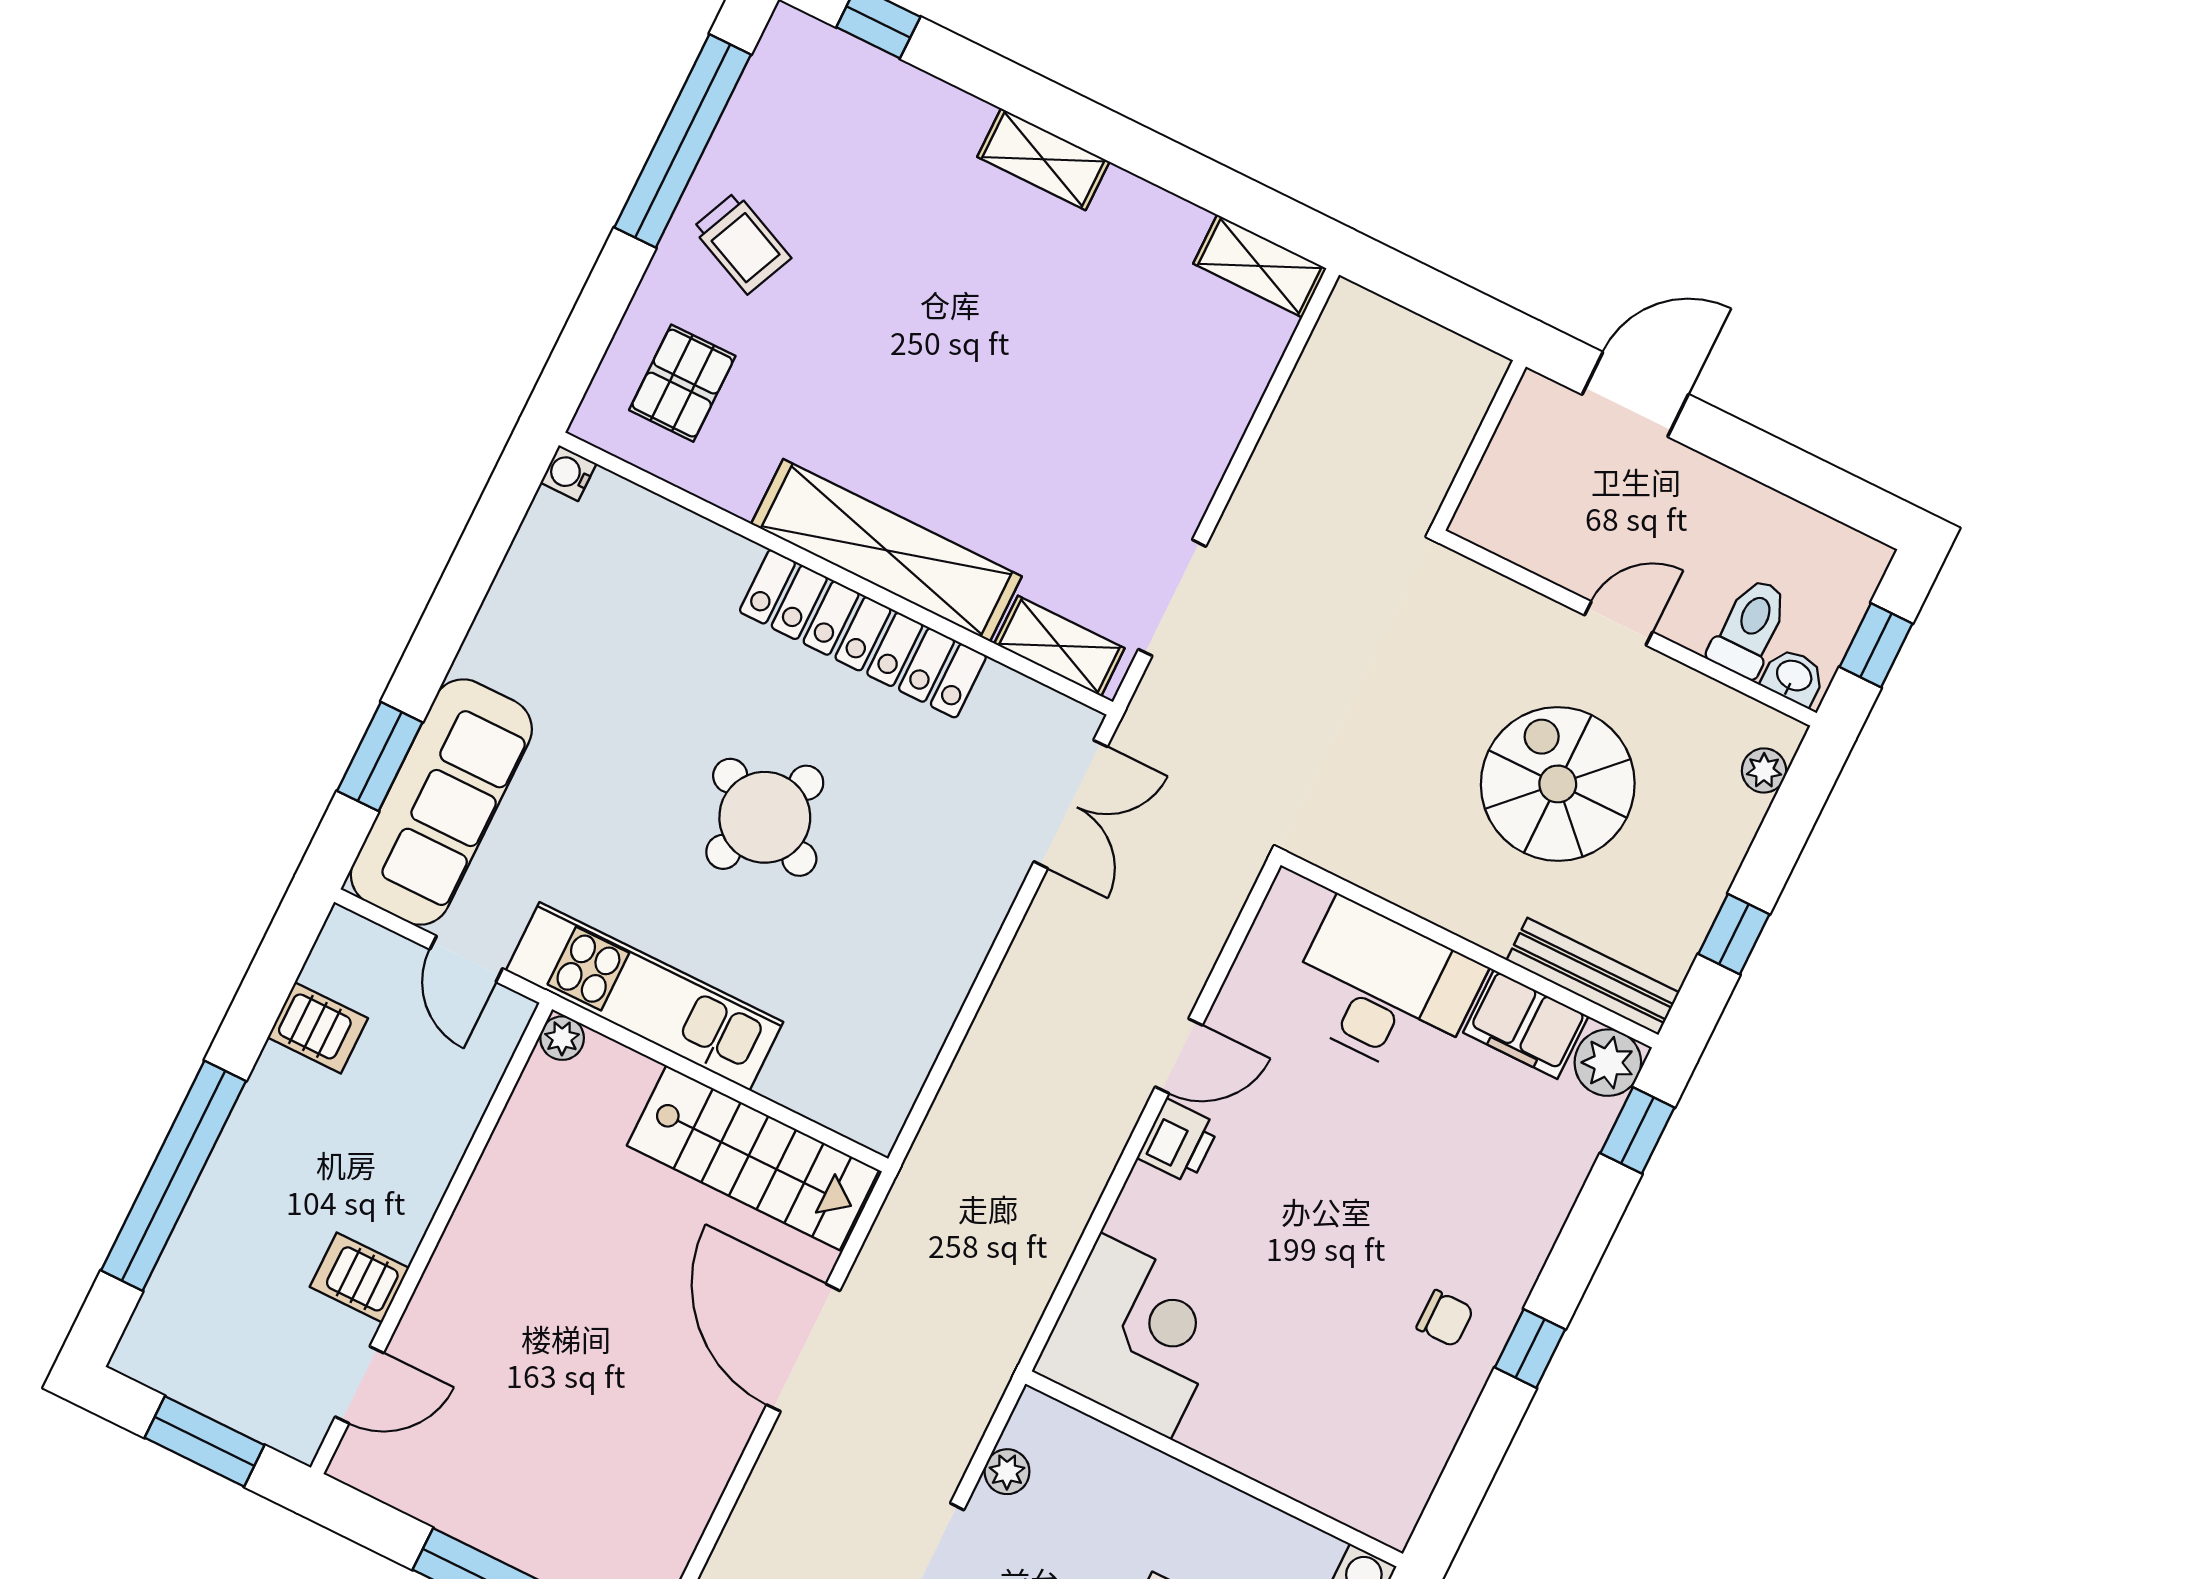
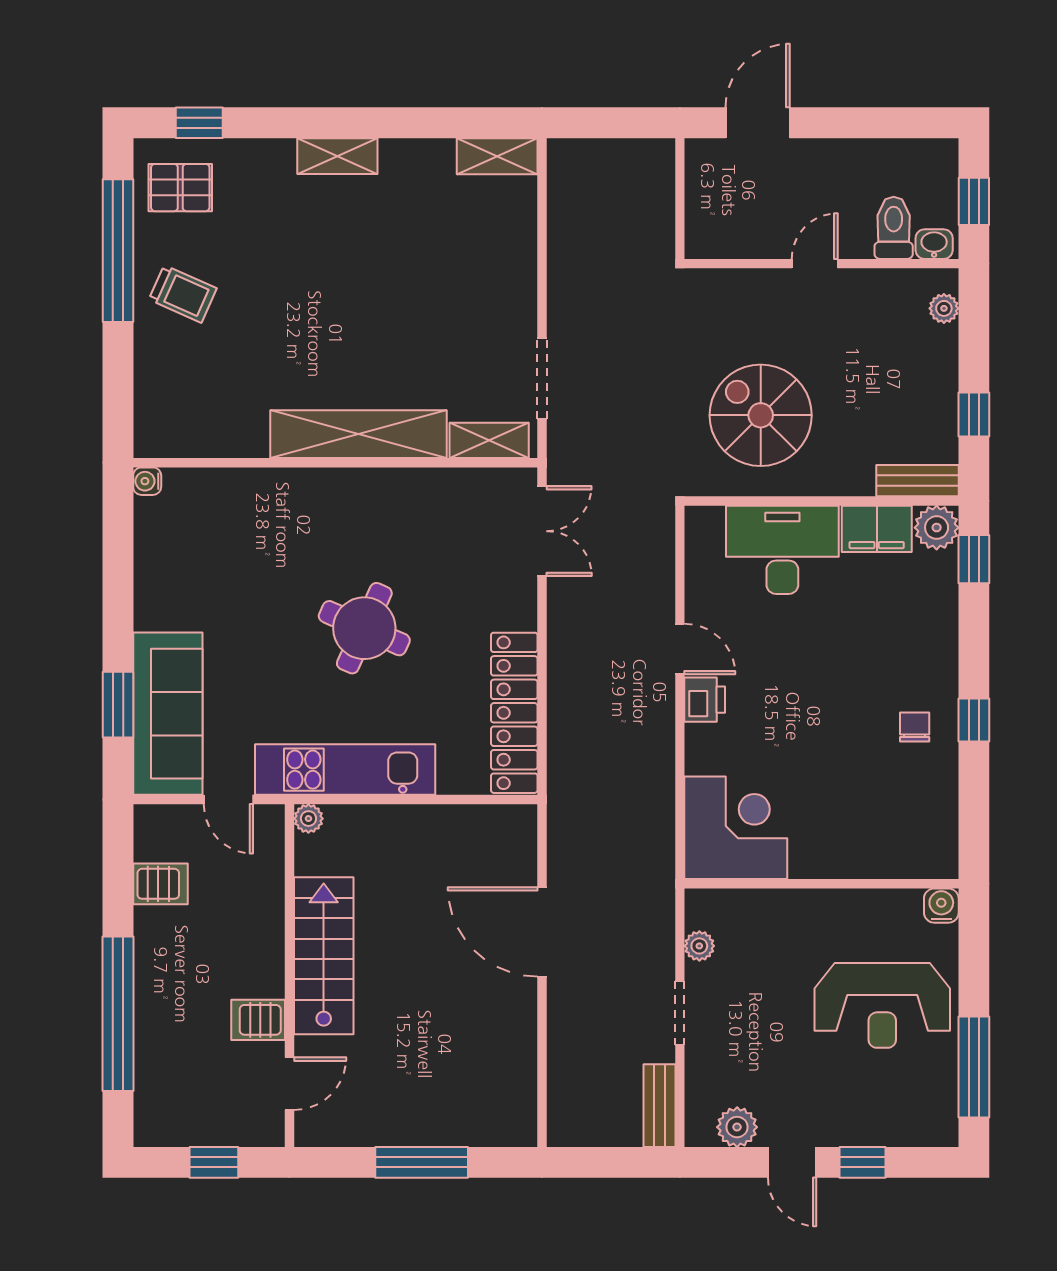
pallet: (682, 383) -> (180, 188), moved, turned 90
locker: (863, 634) -> (514, 713), moved, turned 90
spiral stairs: (1558, 784) -> (761, 415), moved
bench: (1593, 976) -> (917, 481), width x0.73
door: (1179, 1056) -> (680, 649), hinge flipped
stairs: (753, 1158) -> (324, 956), moved, turned -90
chair: (1445, 1318) -> (915, 727), turned -90
window: (205, 1441) -> (214, 1162), width x0.67

